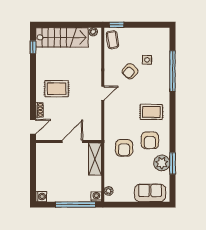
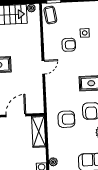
armchair: (130, 71) -> (69, 45), turned -133
armchair: (124, 148) -> (66, 119), turned -90

